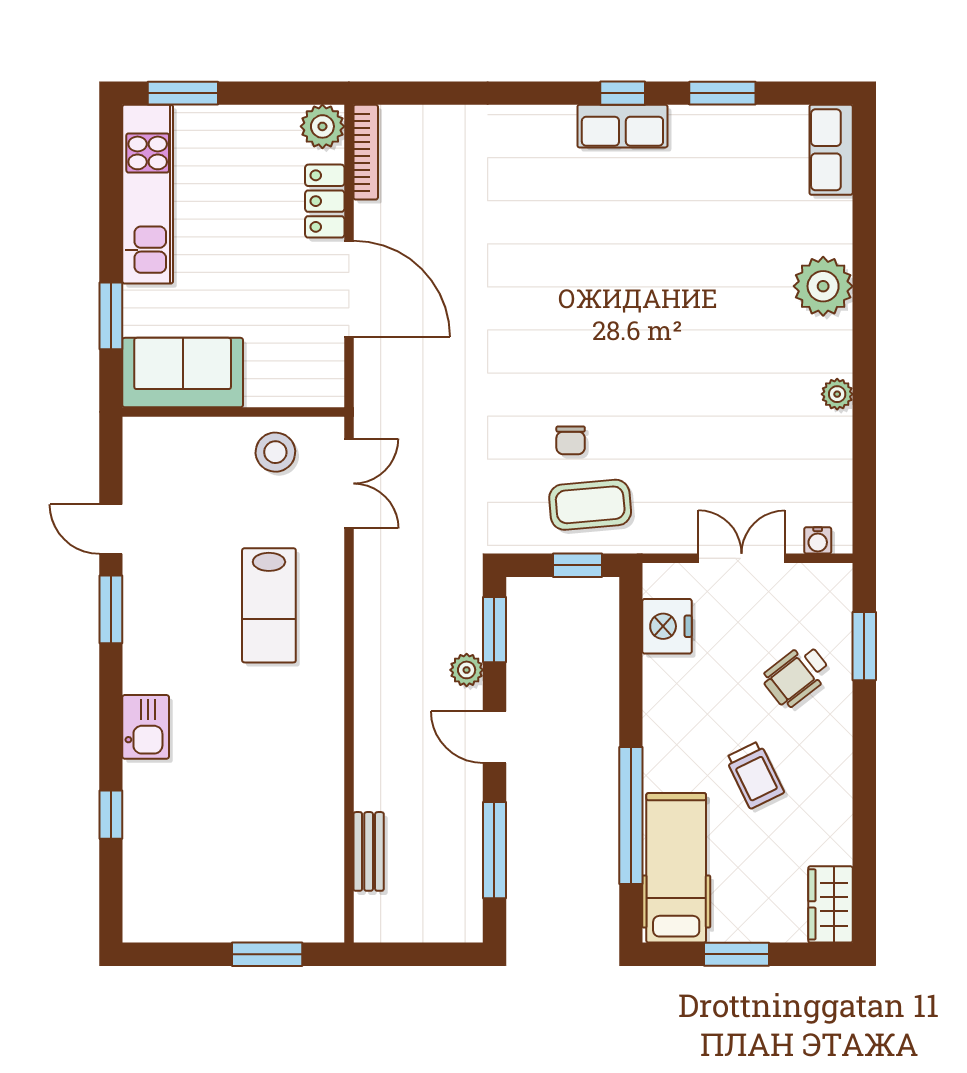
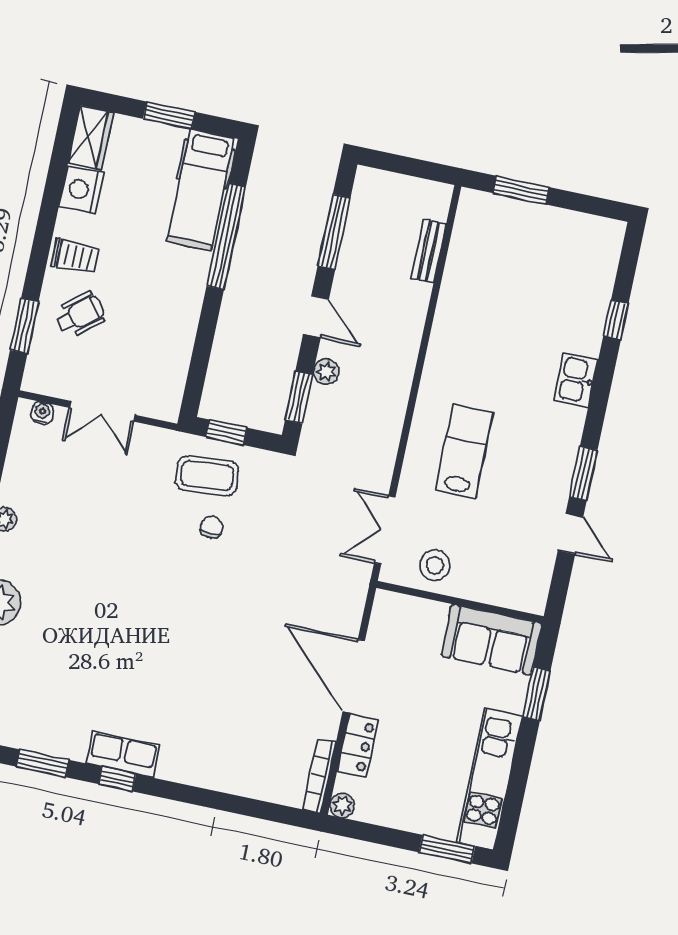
plant: (322, 126) -> (342, 805), width x0.73, depth x0.73
nightstand: (667, 626) -> (82, 190), moved, turned 180
trolley: (755, 775) -> (75, 256), moved, turned 116

